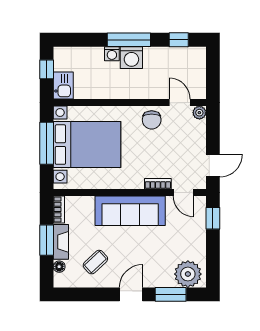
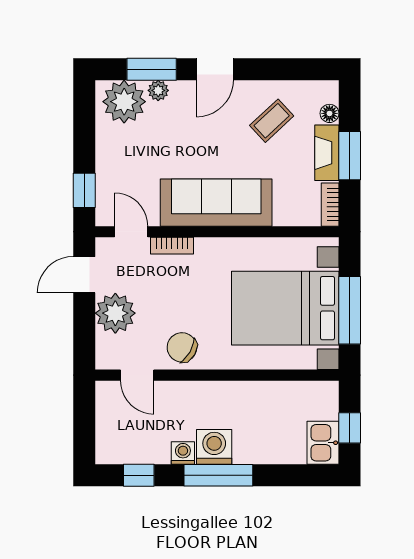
washing machine: (112, 54) -> (183, 453), moved
kitchen sink: (63, 86) -> (323, 443), moved
plant: (199, 113) -> (115, 313), moved, width x1.88, depth x1.88
chair: (152, 120) -> (182, 347), turned -60
plant: (167, 281) -> (158, 90), added

